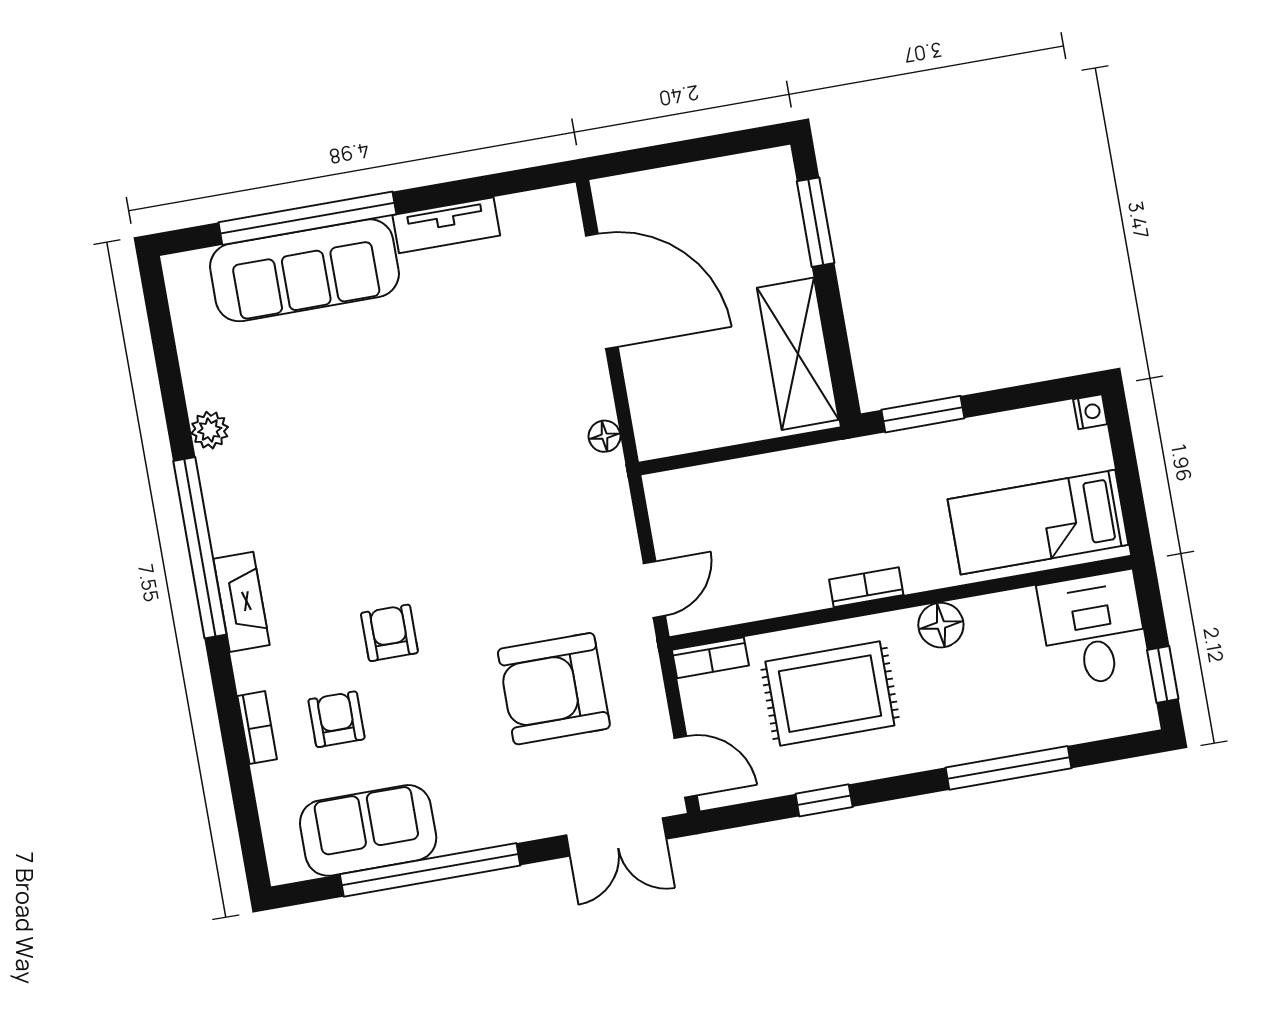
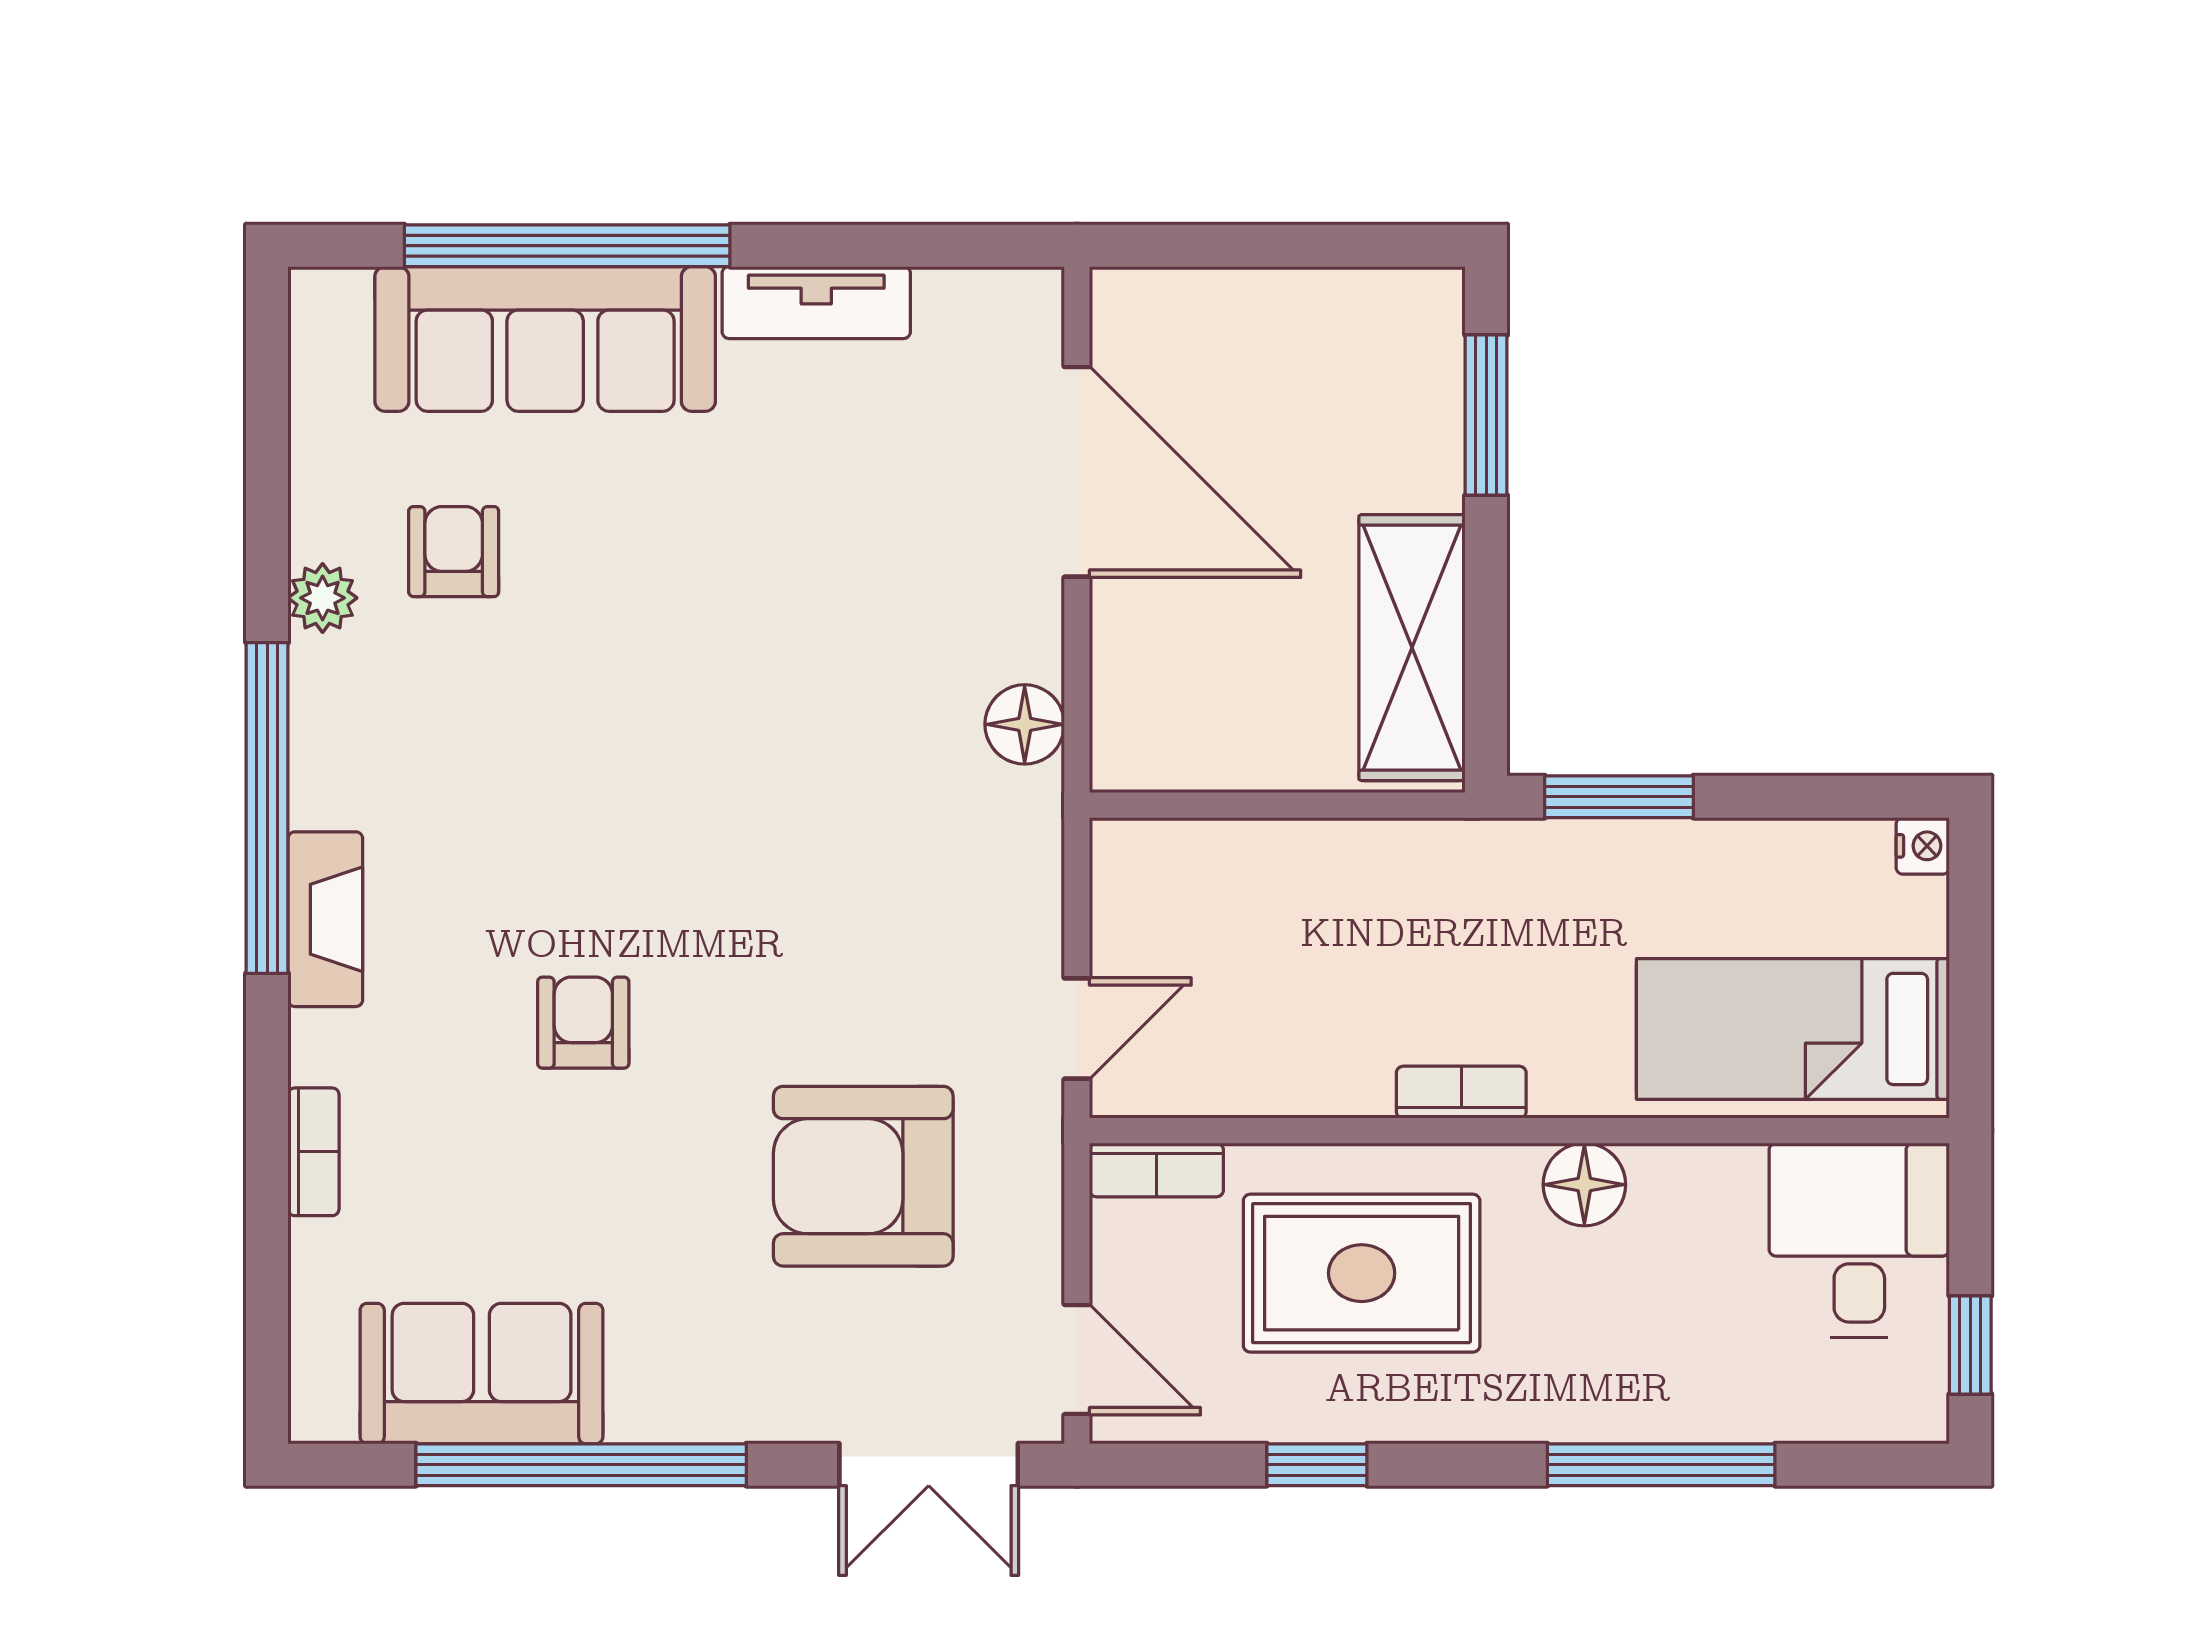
floor lamp: (604, 436) -> (1025, 724), width x1.37, depth x1.37
armchair: (337, 719) -> (454, 552), moved

